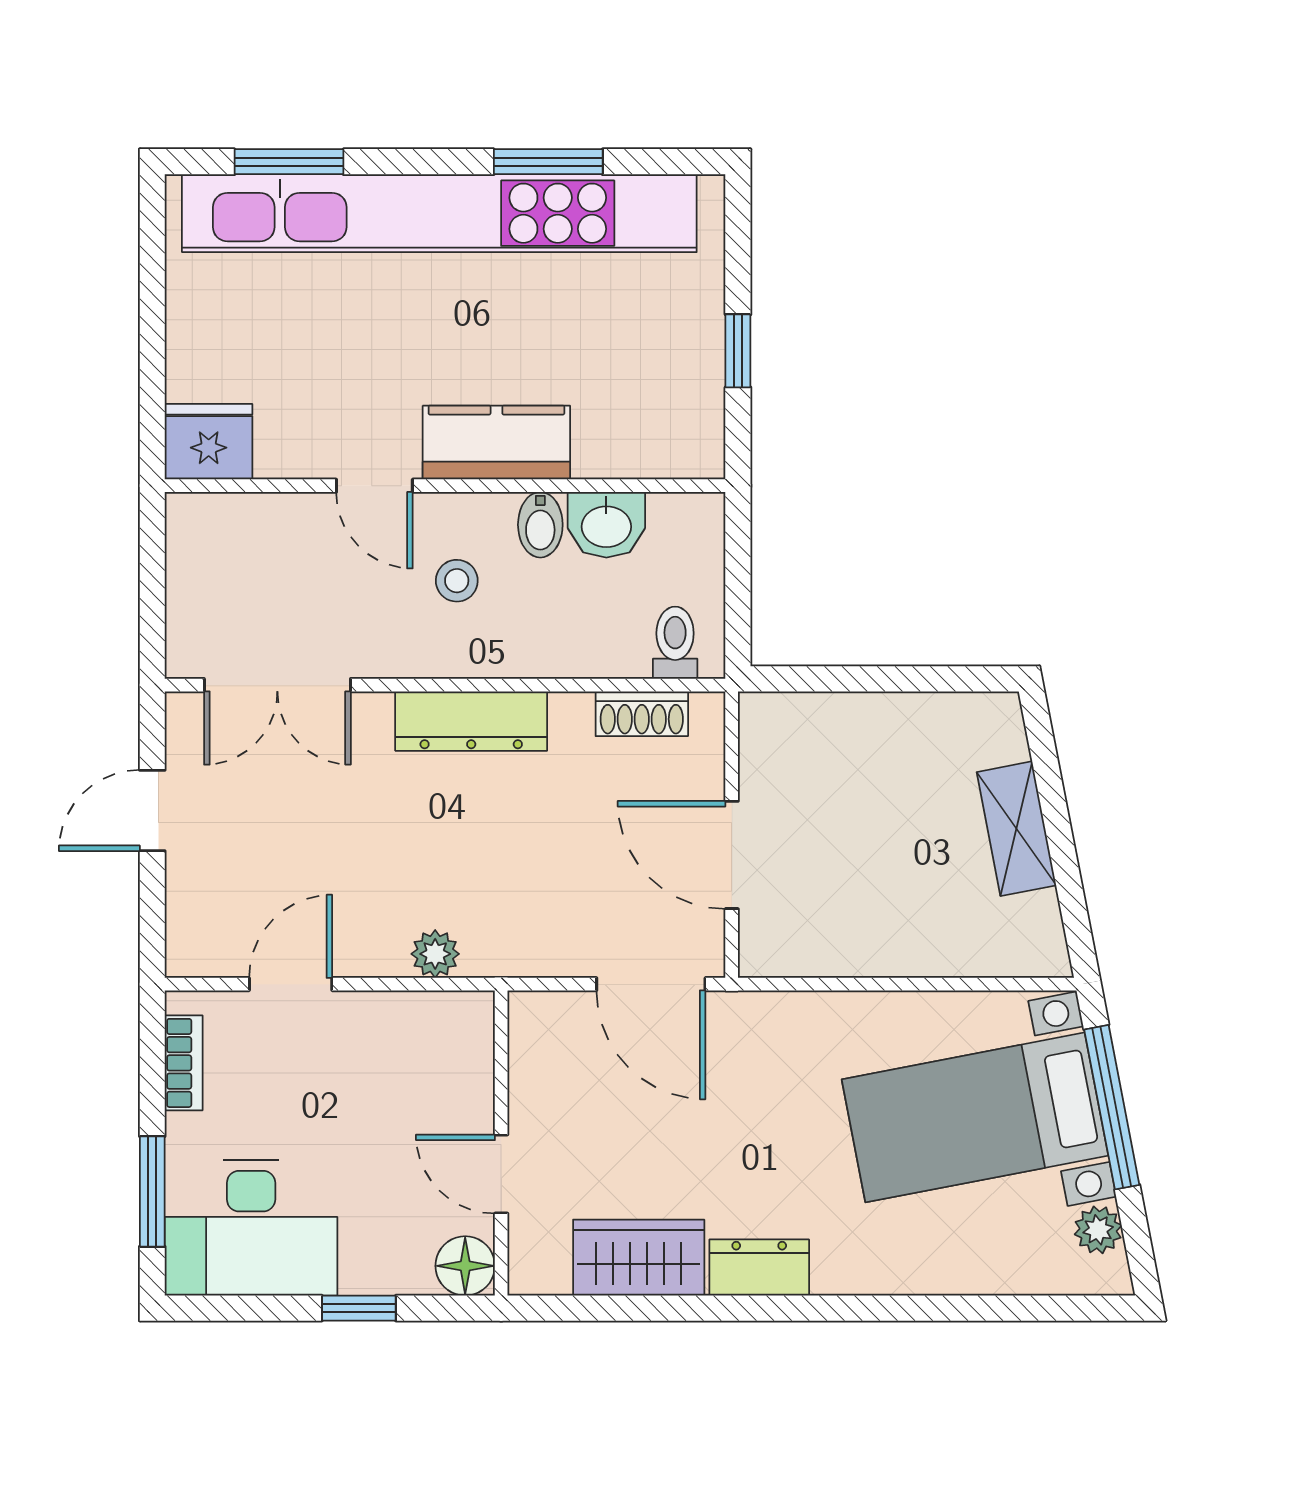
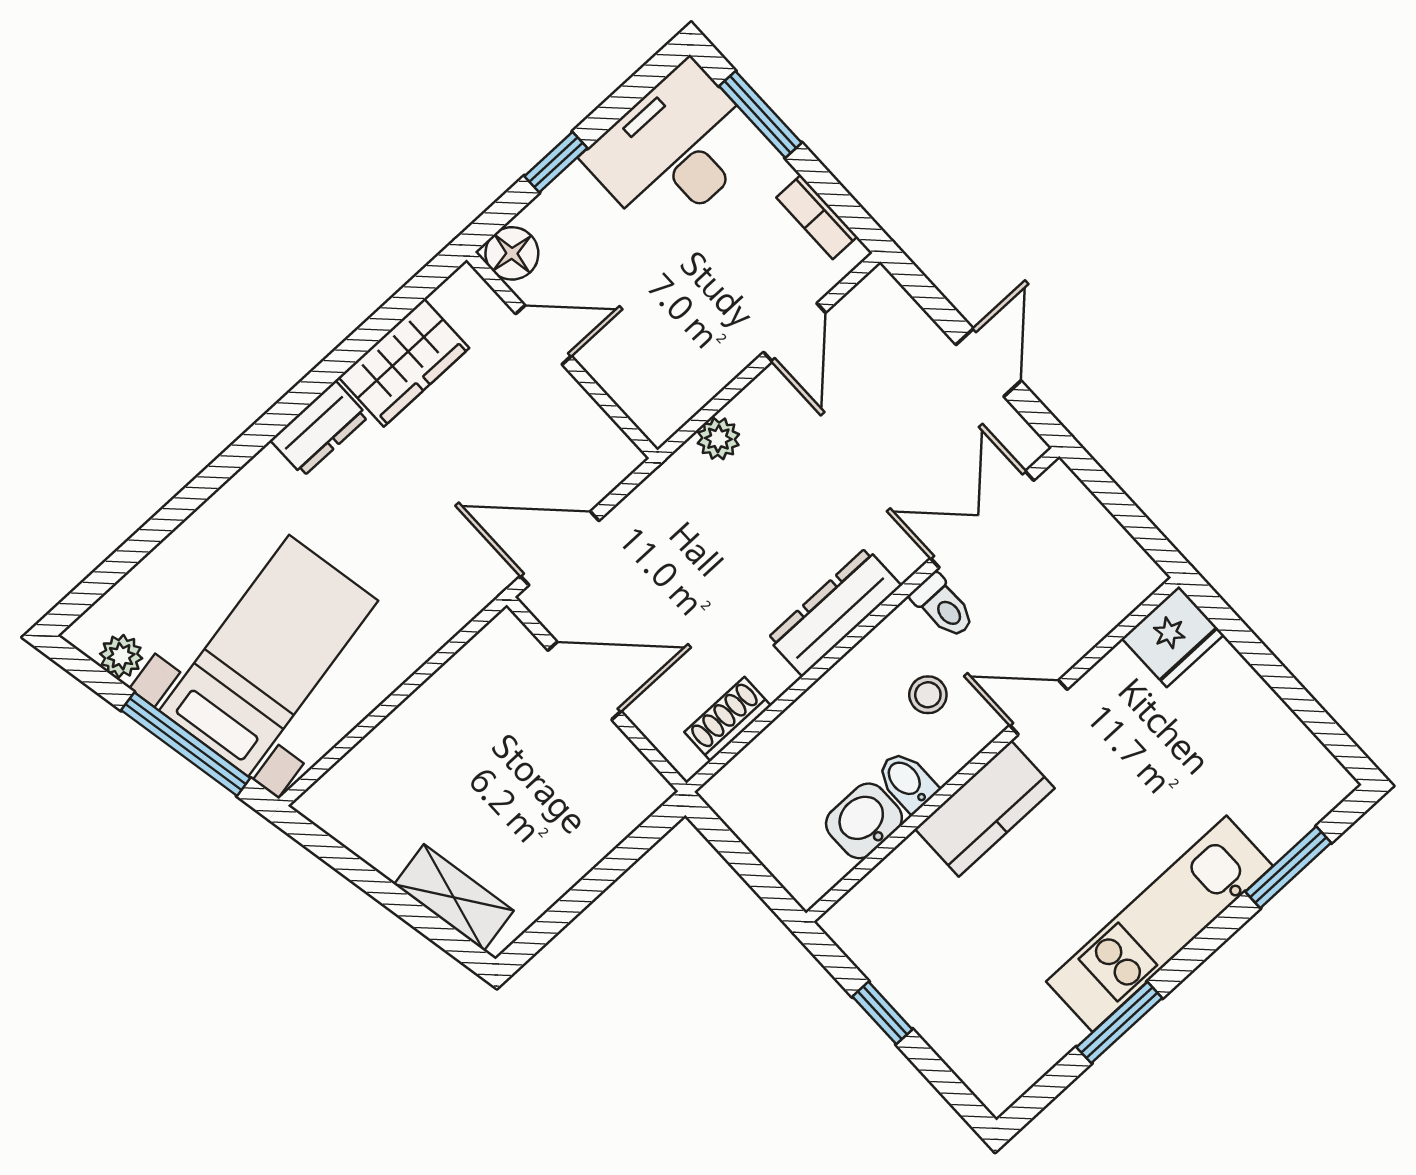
kitchen unit: (439, 213) -> (1159, 924), width x0.54
toilet: (675, 643) -> (943, 606), moved
shelving: (1016, 829) -> (454, 897), moved

